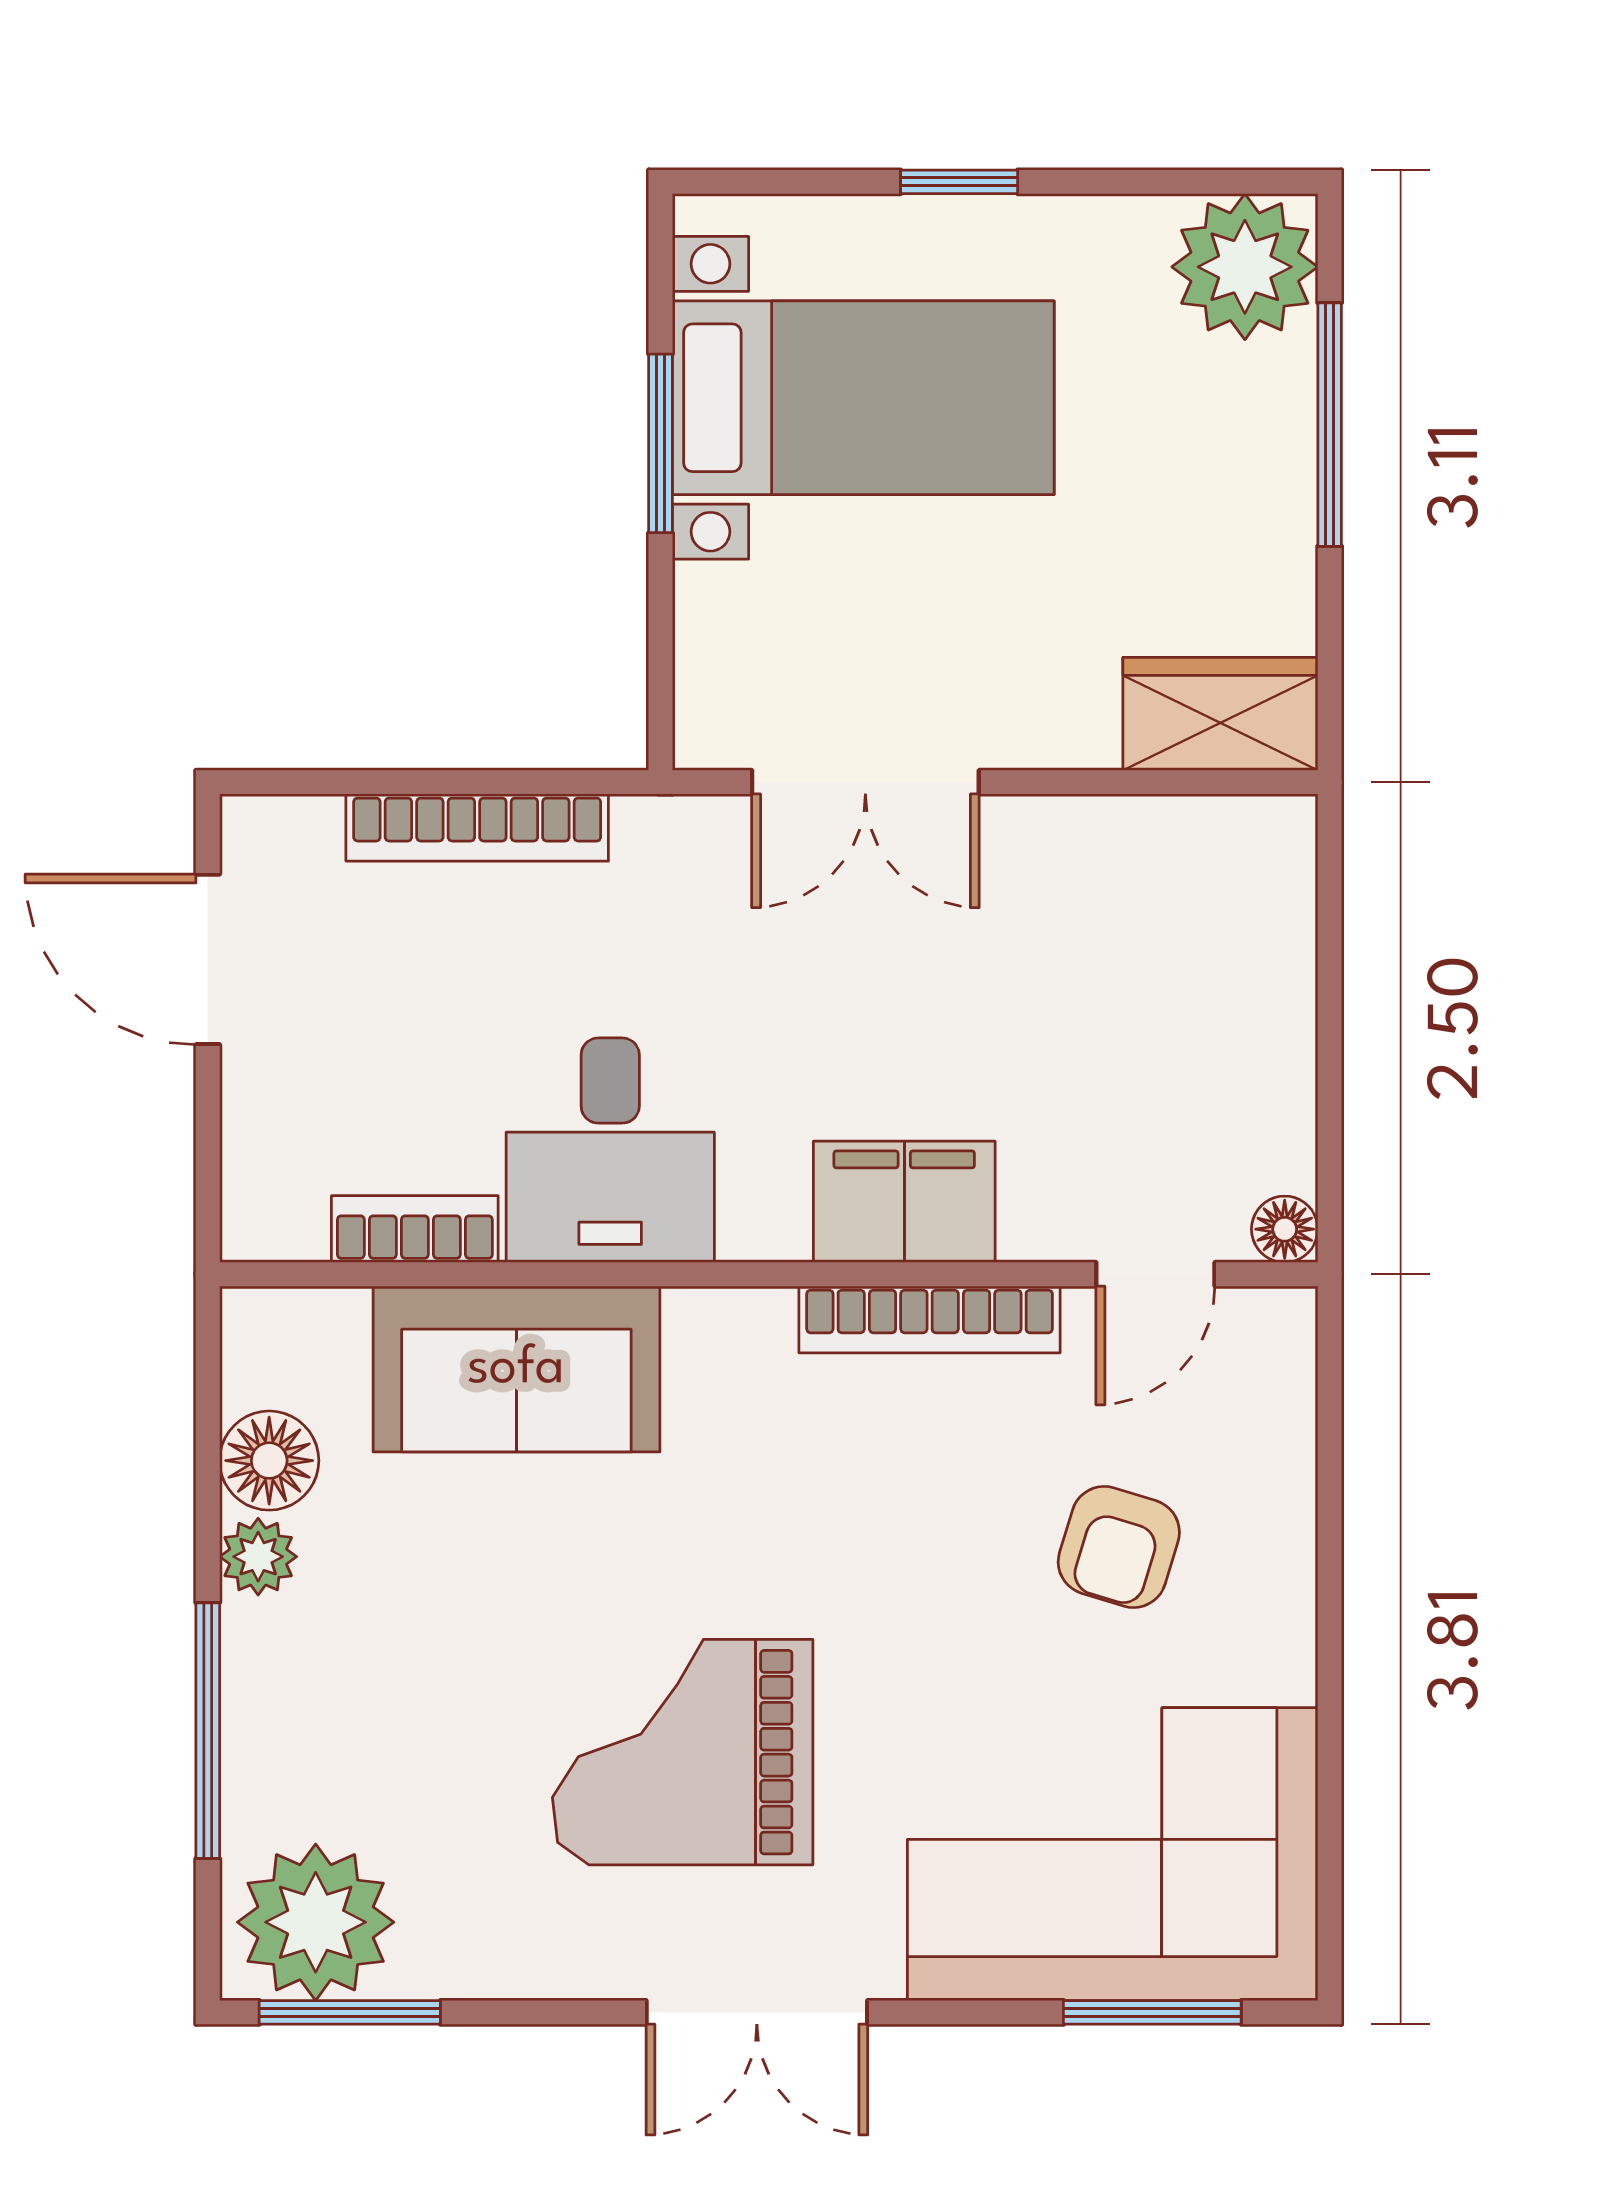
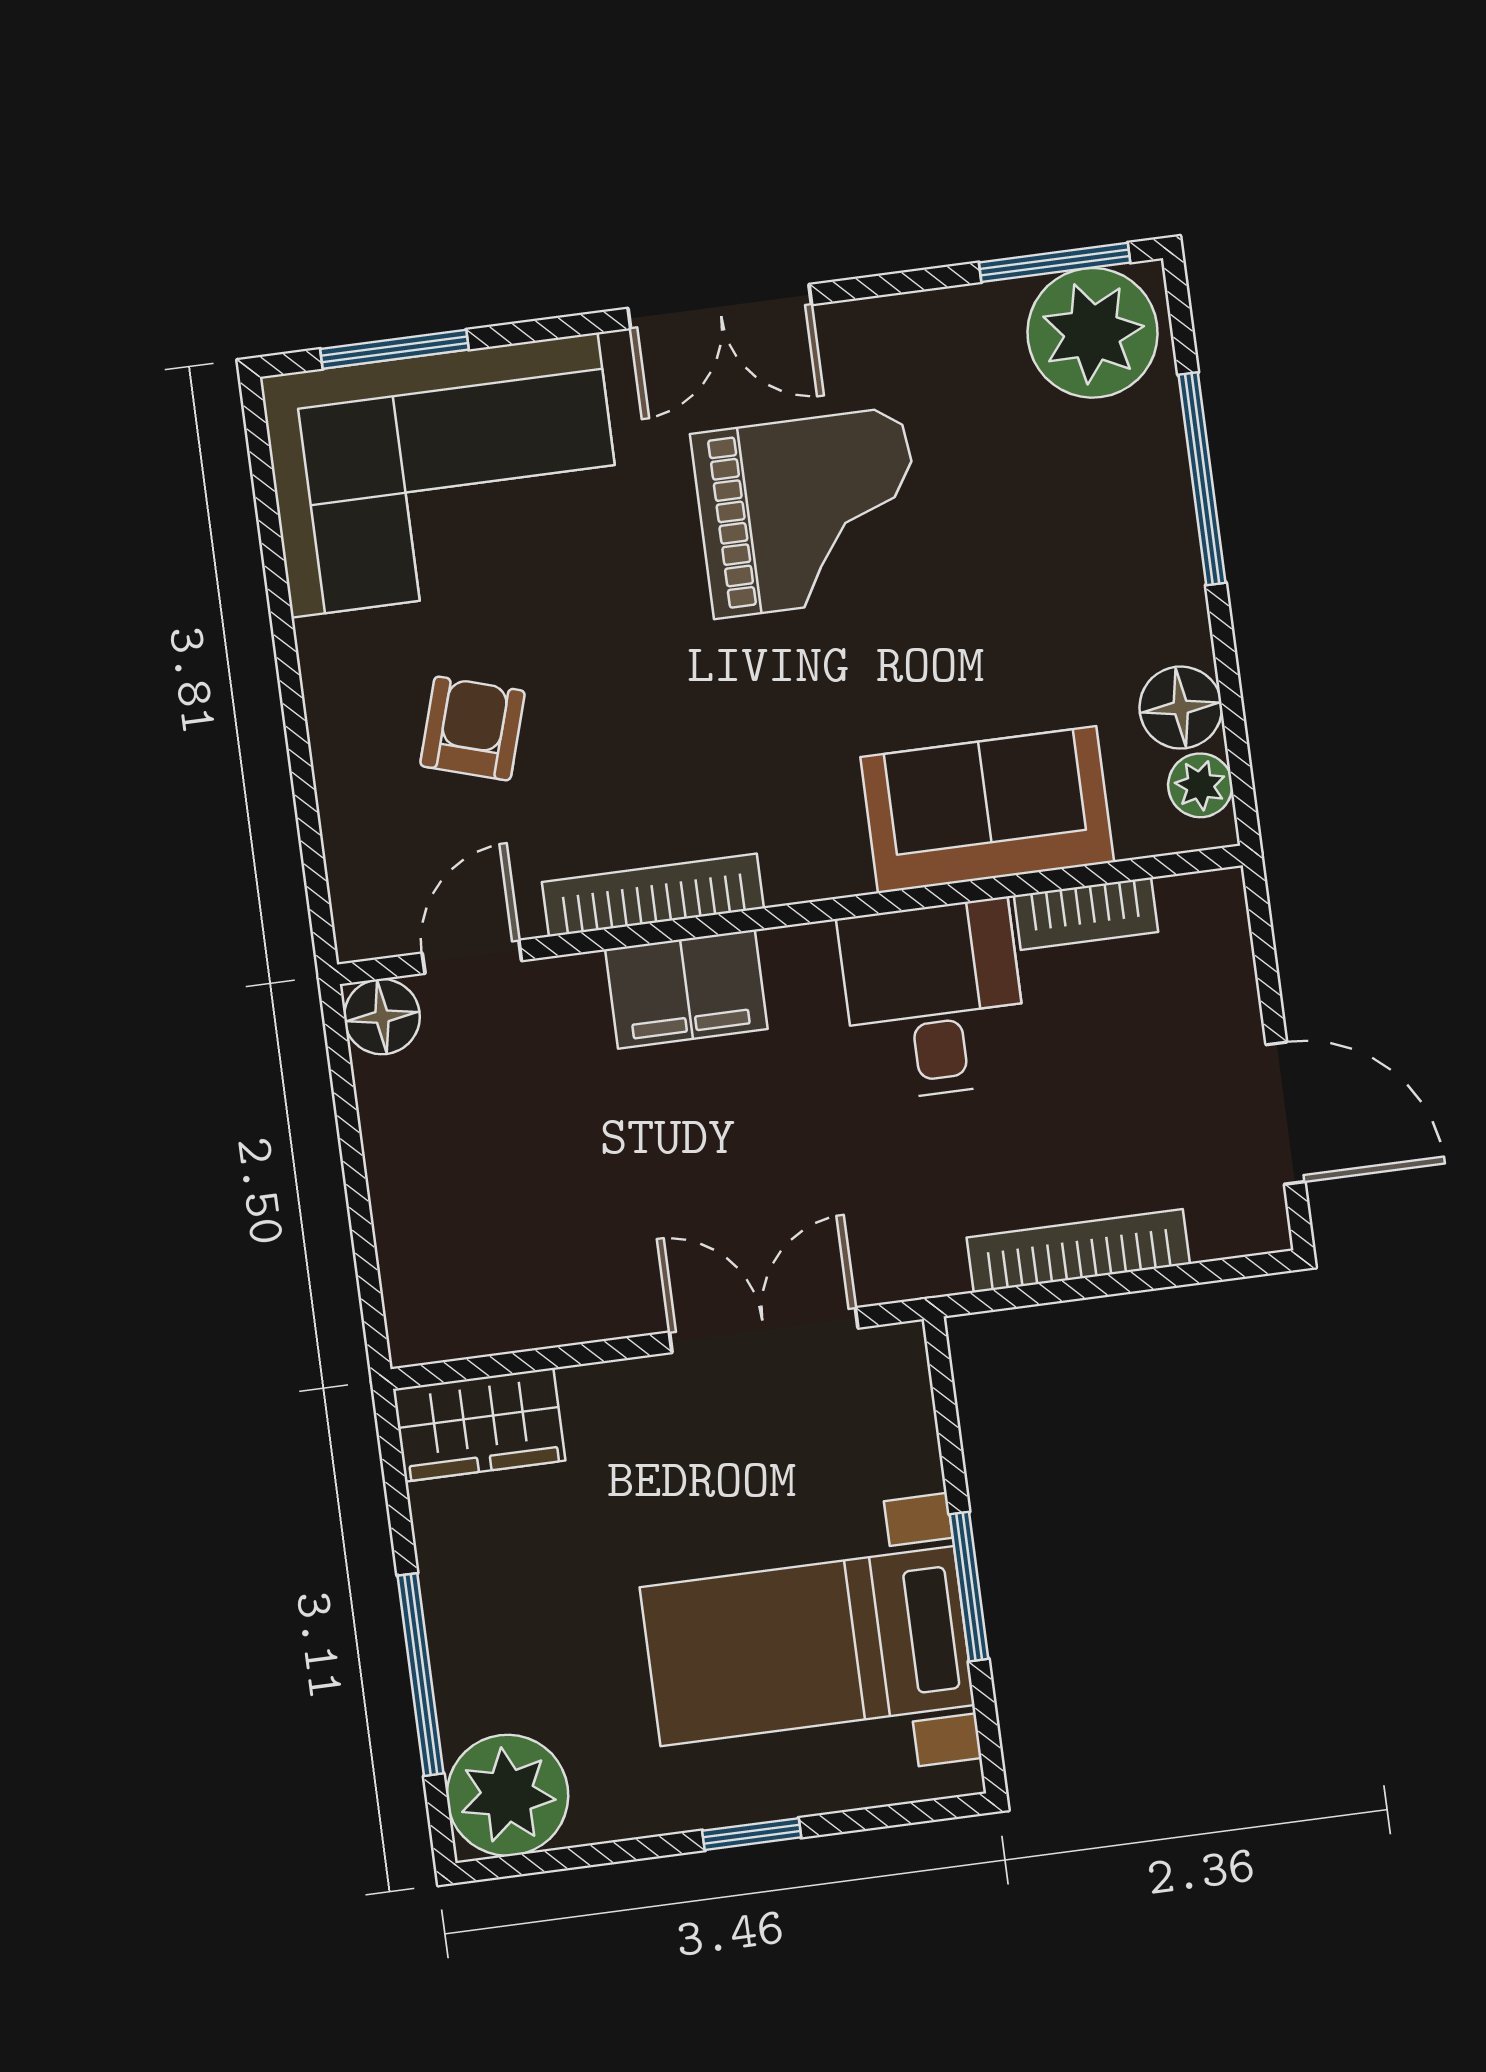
floor lamp: (1285, 1229) -> (382, 1017), width x1.37, depth x1.37
plant: (258, 1557) -> (1200, 785), moved
double door: (757, 2012) -> (720, 306), swing flipped

